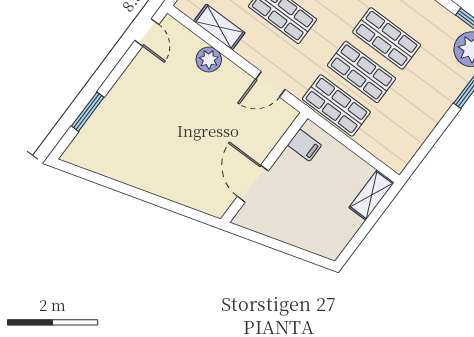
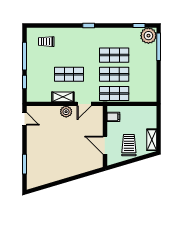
shelving: (219, 27) -> (63, 97), moved
plant: (209, 59) -> (66, 112), moved
shelving: (371, 195) -> (152, 140), moved
trolley: (295, 215) -> (129, 145), added

